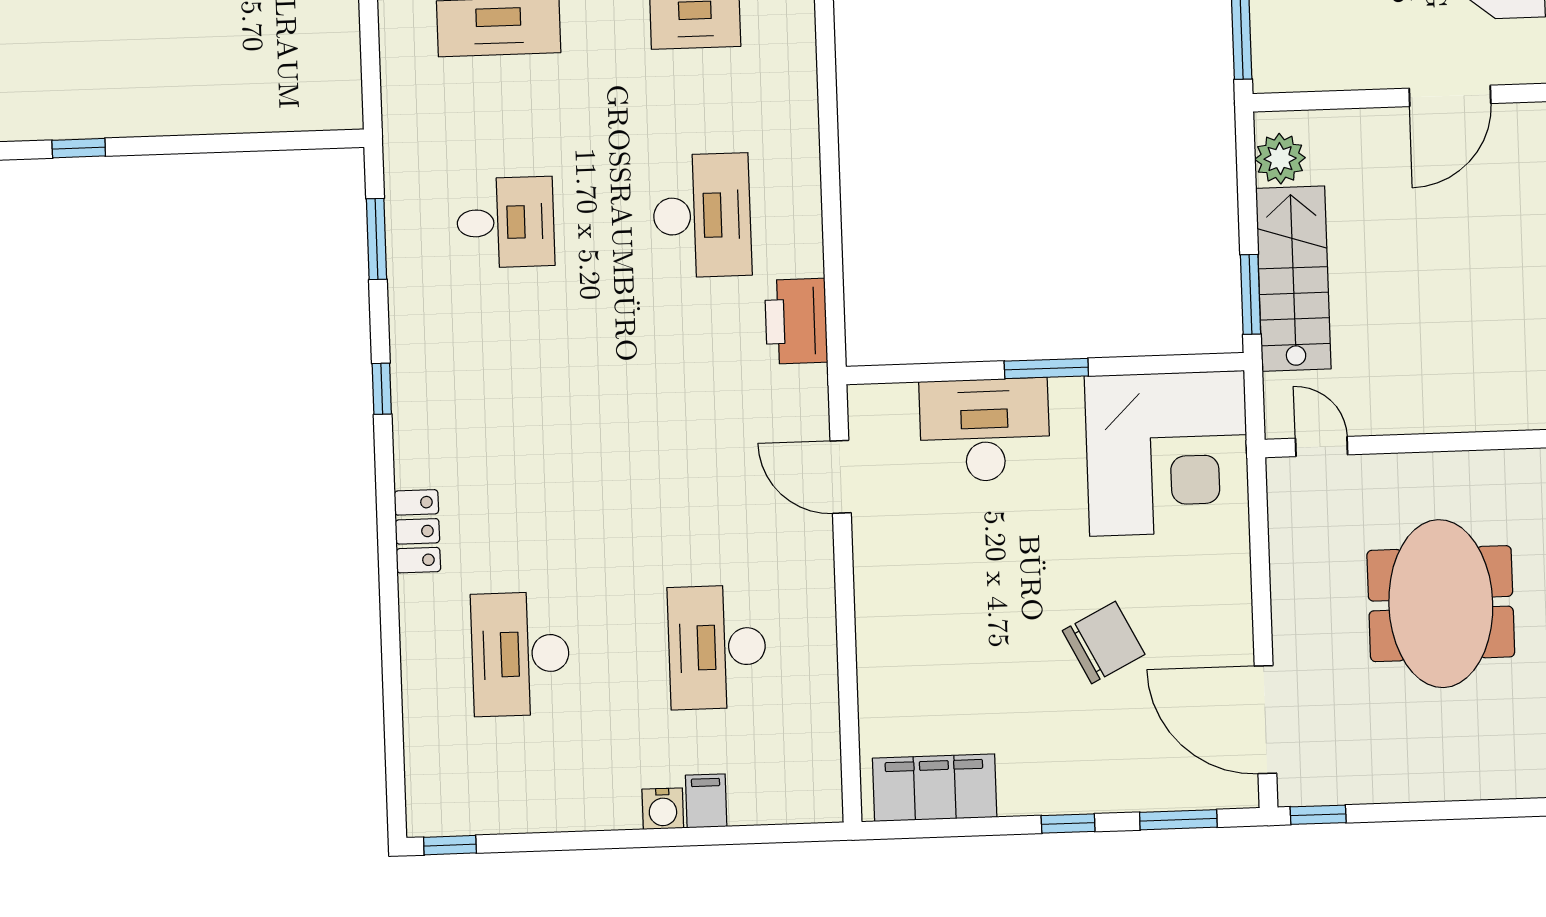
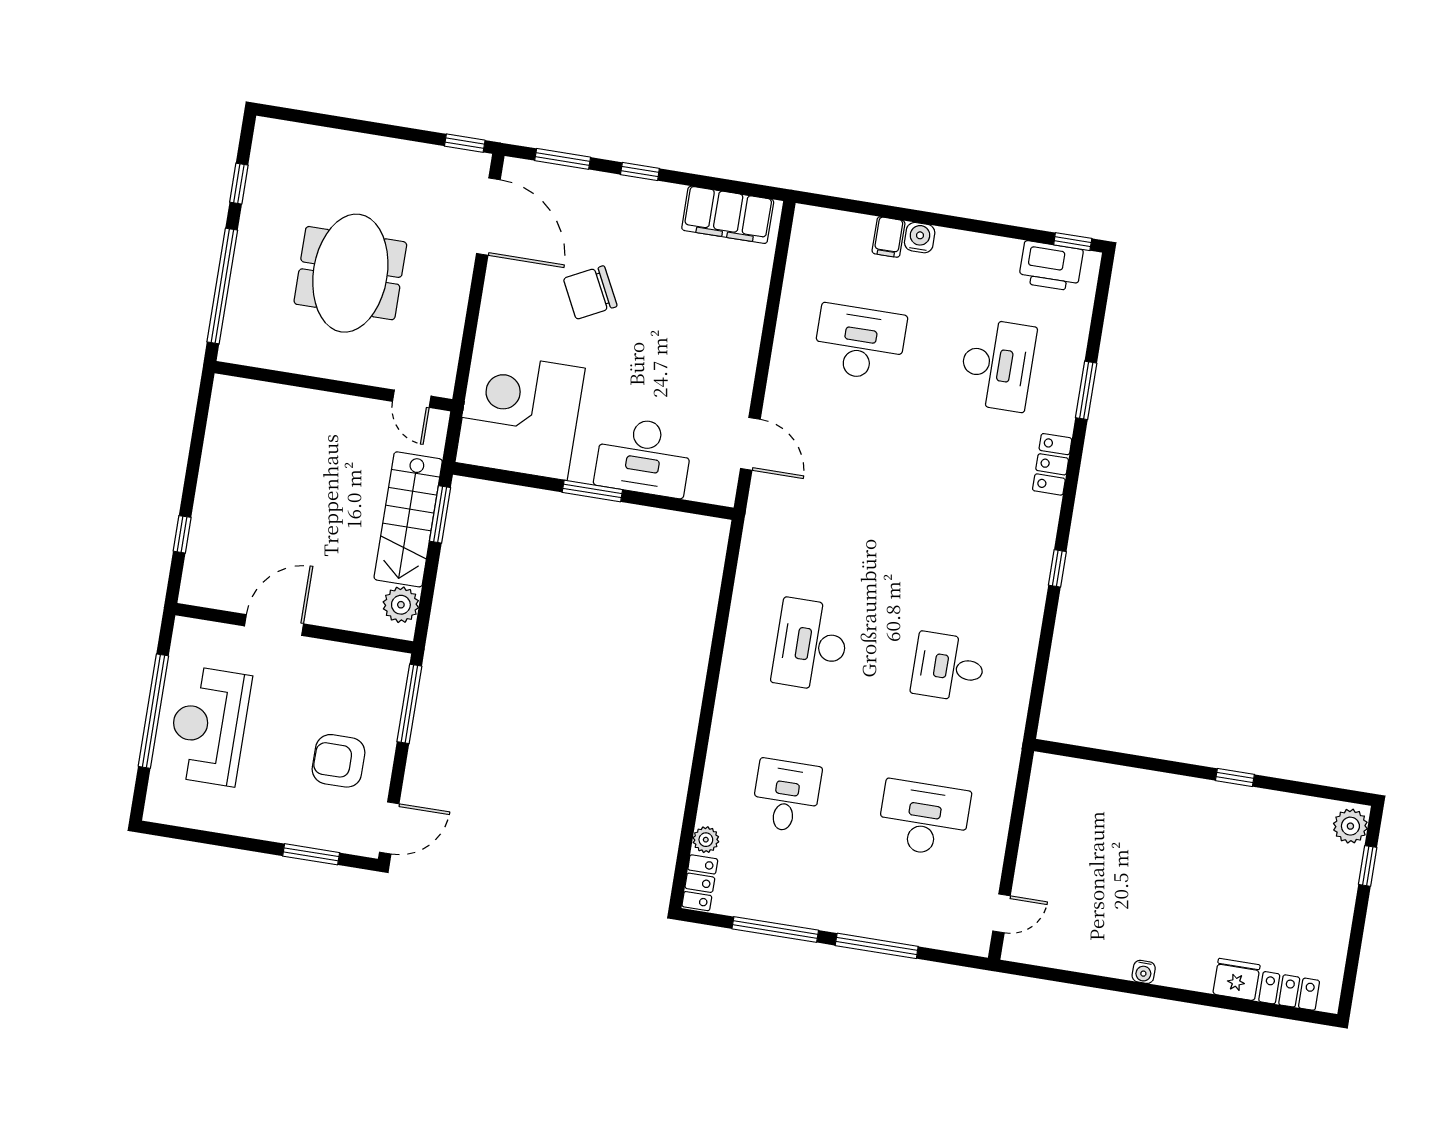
window: (377, 239) -> (1086, 390), moved
printer: (796, 321) -> (1051, 266), moved, turned 90
desk: (717, 647) -> (860, 342), turned -90

